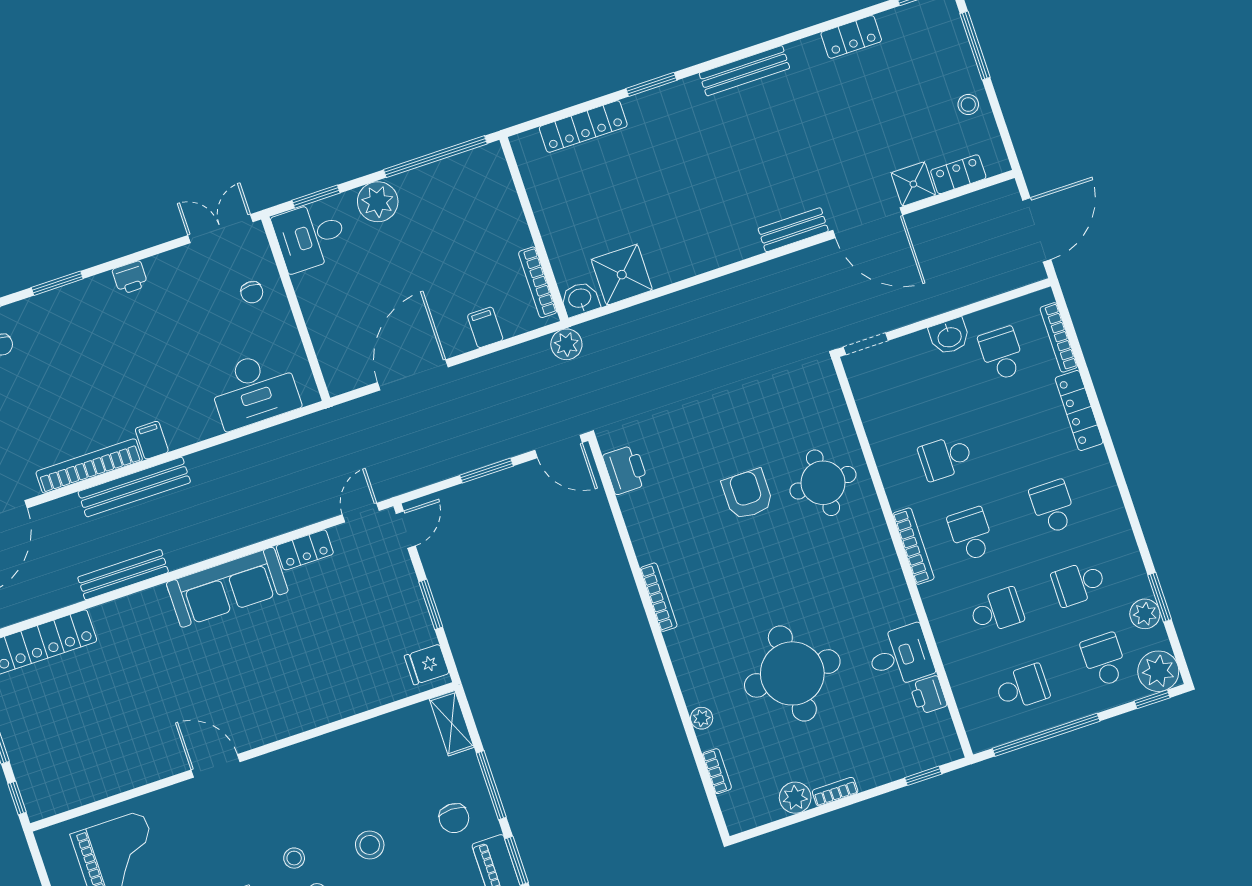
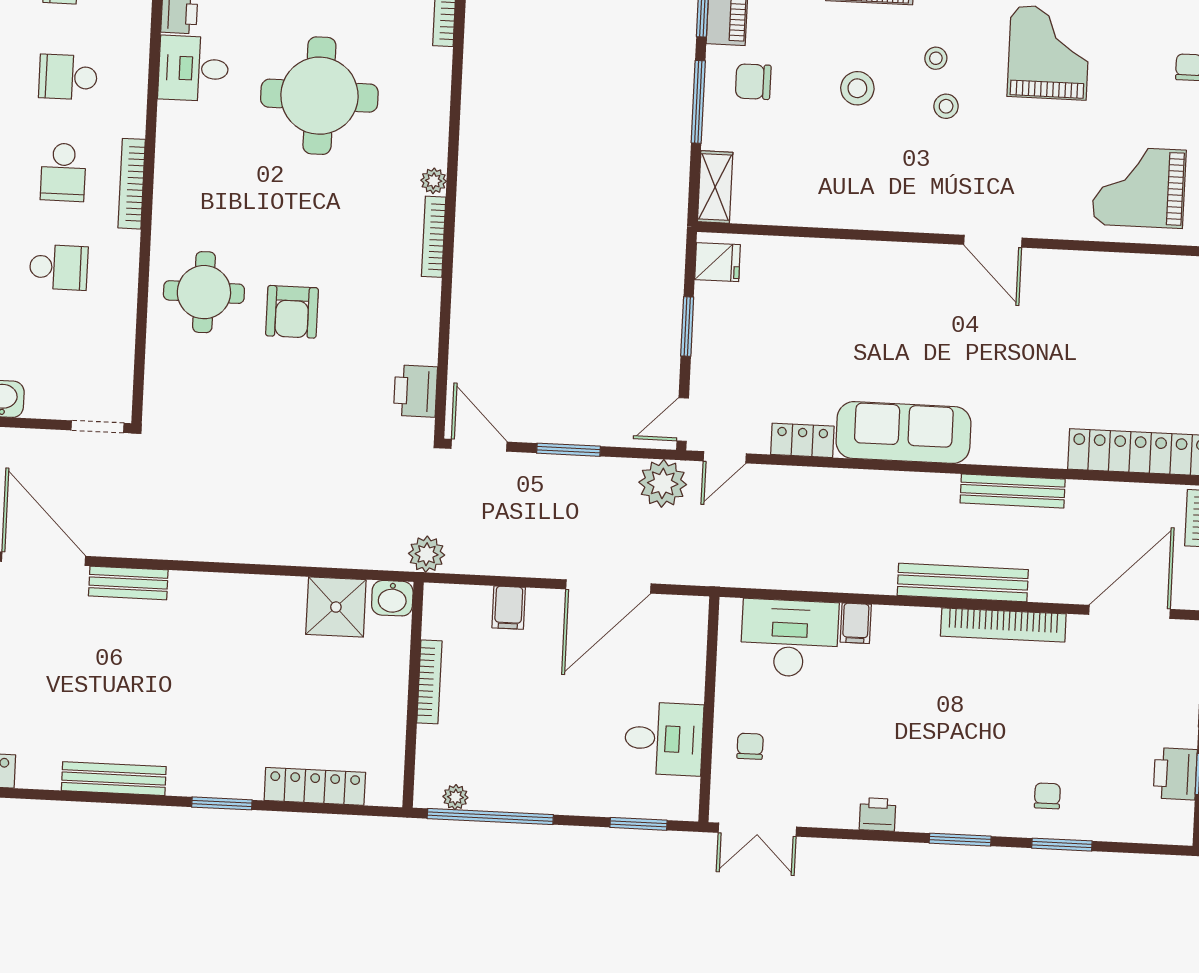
plant: (378, 202) -> (455, 797), moved, width x0.53, depth x0.53
desk: (310, 236) -> (664, 739), moved
bookcase: (538, 282) -> (429, 682), moved
filing cabinet: (152, 440) -> (856, 623), moved
plant: (402, 473) -> (663, 483), added
plant: (702, 718) -> (434, 181), moved
chair: (454, 818) -> (753, 82), turned -90

